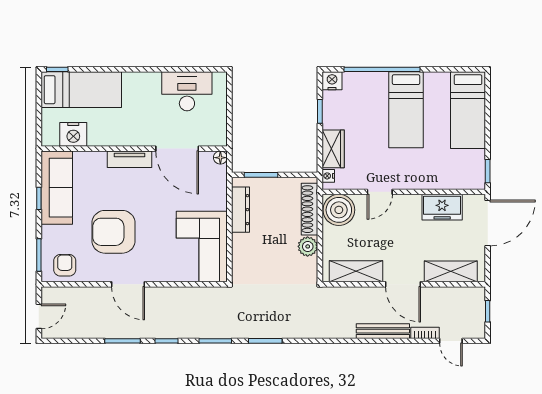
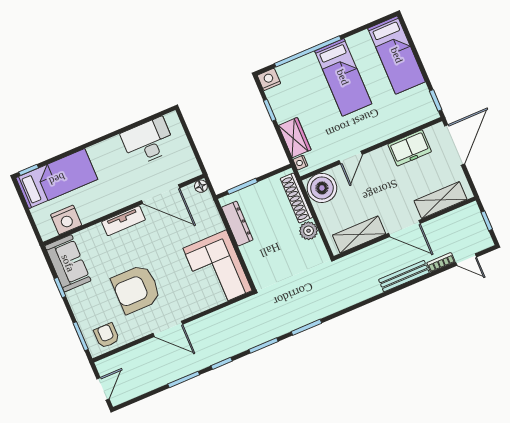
sofa: (57, 188) -> (68, 263), width x0.73

